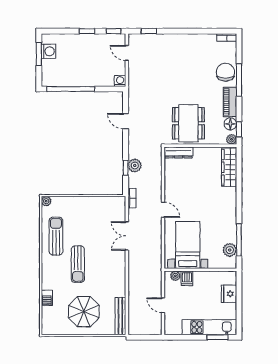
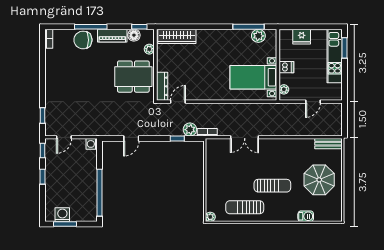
plant: (231, 139) -> (149, 49), moved
plant: (135, 165) -> (190, 130), moved
door: (163, 210) -> (178, 102), moved
dishwasher: (187, 278) -> (286, 67), moved
bench: (120, 316) -> (329, 144), width x0.73

